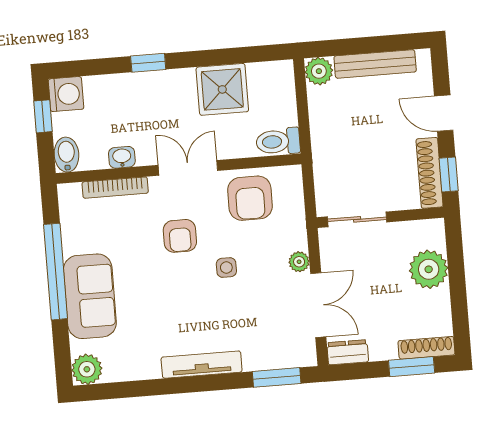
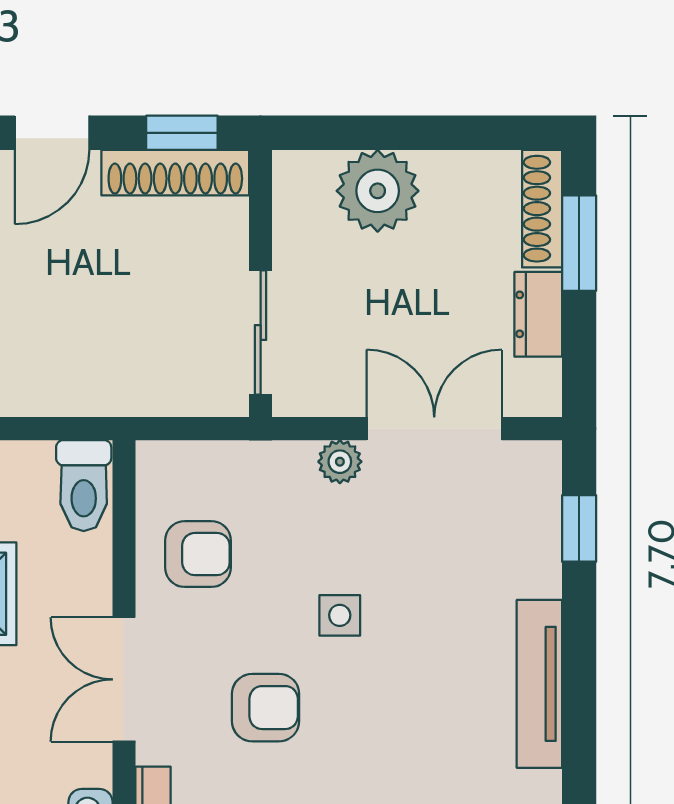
armchair: (250, 198) -> (198, 554), width x0.72, depth x0.72
dresser: (348, 352) -> (538, 314), moved
window: (277, 377) -> (579, 528), width x0.67

